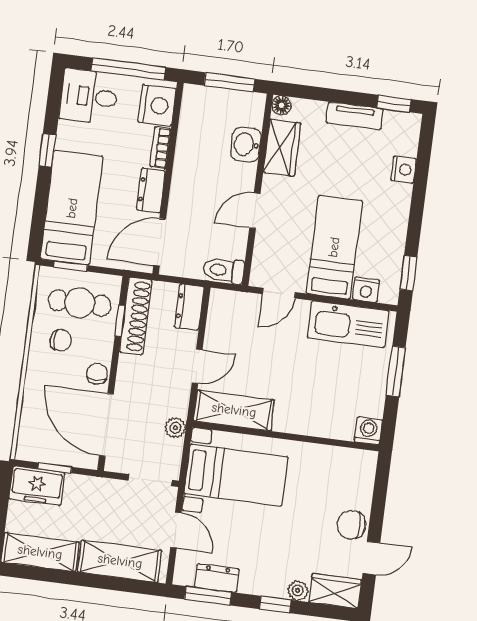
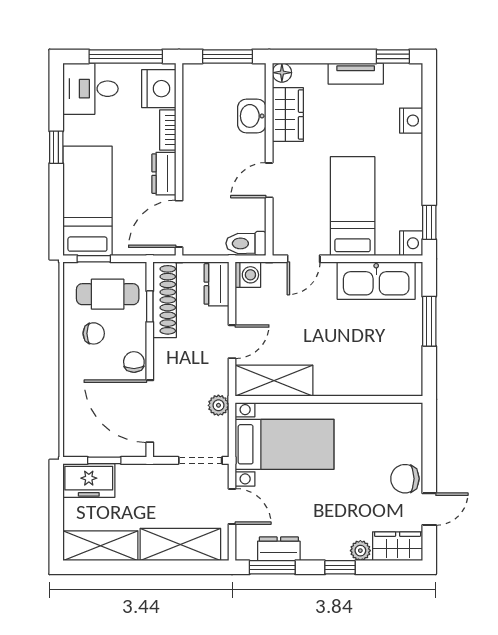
nightstand: (366, 290) -> (411, 243), moved, turned -90
washing machine: (368, 431) -> (248, 275), moved, turned 90

